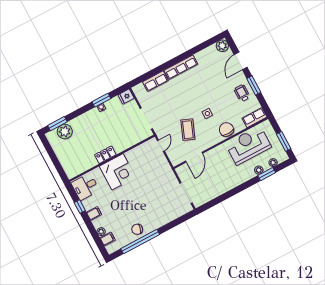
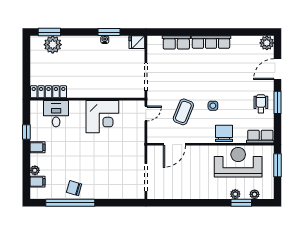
window: (284, 141) -> (278, 165), moved
locker: (105, 155) -> (49, 92), moved, width x1.53
corner desk: (117, 172) -> (102, 117), moved
desk: (85, 187) -> (56, 114), moved, turned 90

